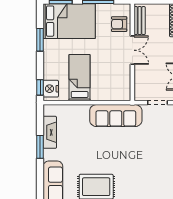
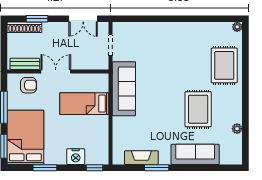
armchair: (119, 24) -> (28, 85), turned -90
bed: (80, 78) -> (84, 104), moved
nightstand: (51, 89) -> (76, 157), moved

